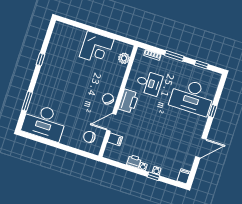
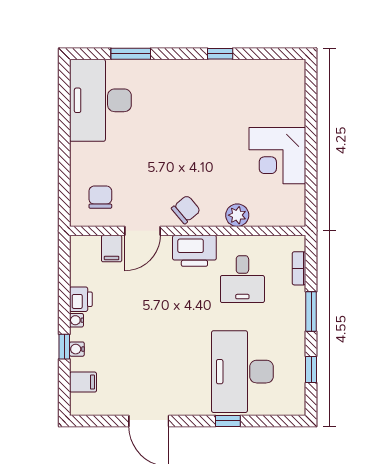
plant: (124, 58) -> (237, 215), moved
door: (111, 122) -> (142, 231), swing flipped
filing cabinet: (184, 176) -> (83, 382), moved

